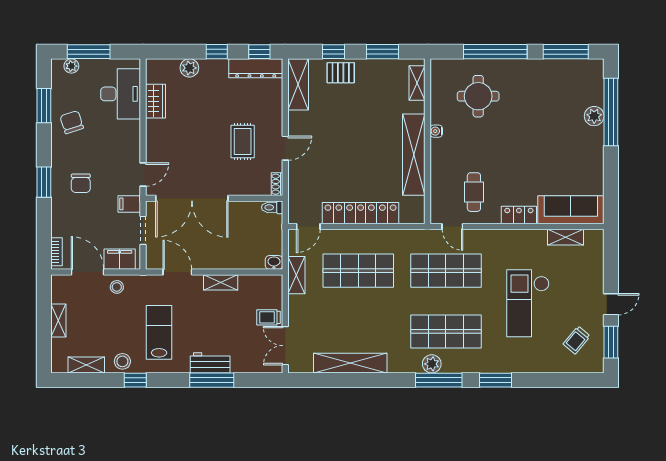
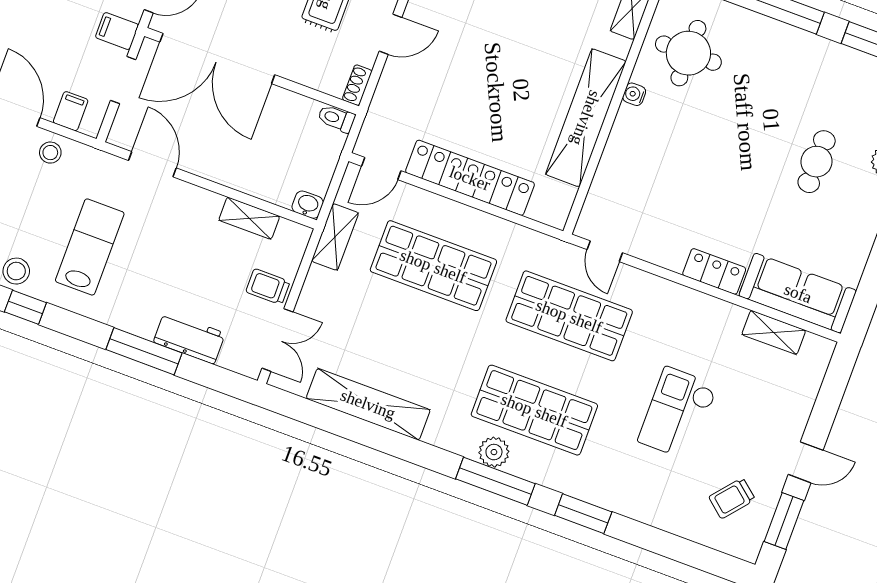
round table: (478, 96) -> (688, 53), moved
cafe table: (474, 192) -> (817, 162), moved
filing cabinet: (120, 259) -> (71, 111), width x0.50
shelving: (221, 282) -> (249, 218), moved
checkout: (528, 303) -> (678, 413), width x0.73, depth x0.83
double door: (285, 346) -> (277, 340), swing flipped
workbench: (210, 363) -> (189, 338), moved

